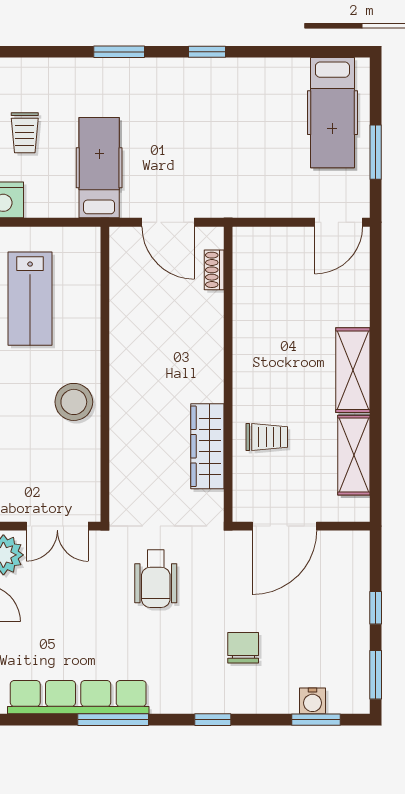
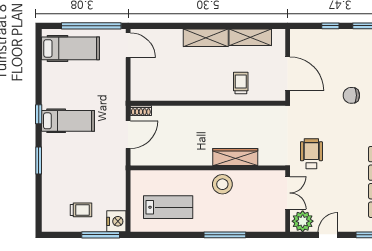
window: (376, 152) -> (91, 26), width x2.11
hospital bed: (99, 168) -> (68, 121), moved, turned 180
shoe rack: (214, 270) -> (141, 111), moved
wardrobe: (207, 446) -> (235, 157), moved, turned 180
wheelchair: (156, 579) -> (311, 154), moved, turned -90

